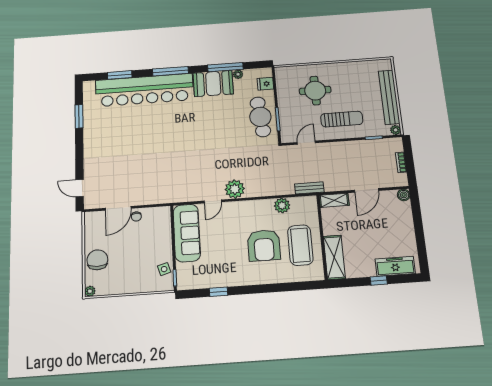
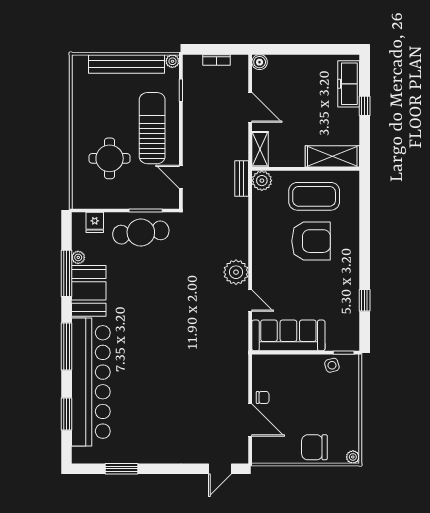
sun lounger: (342, 119) -> (152, 128), width x1.36, depth x1.34
plant: (282, 205) -> (262, 181), moved

